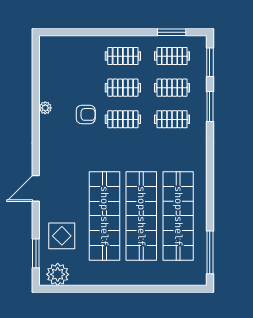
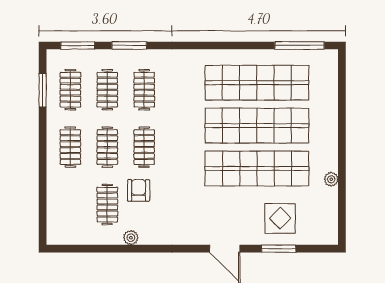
clothes rail: (74, 88) -> (107, 204), added
window: (36, 253) -> (279, 249), moved
plant: (58, 274) -> (331, 179), moved, width x0.53, depth x0.53

